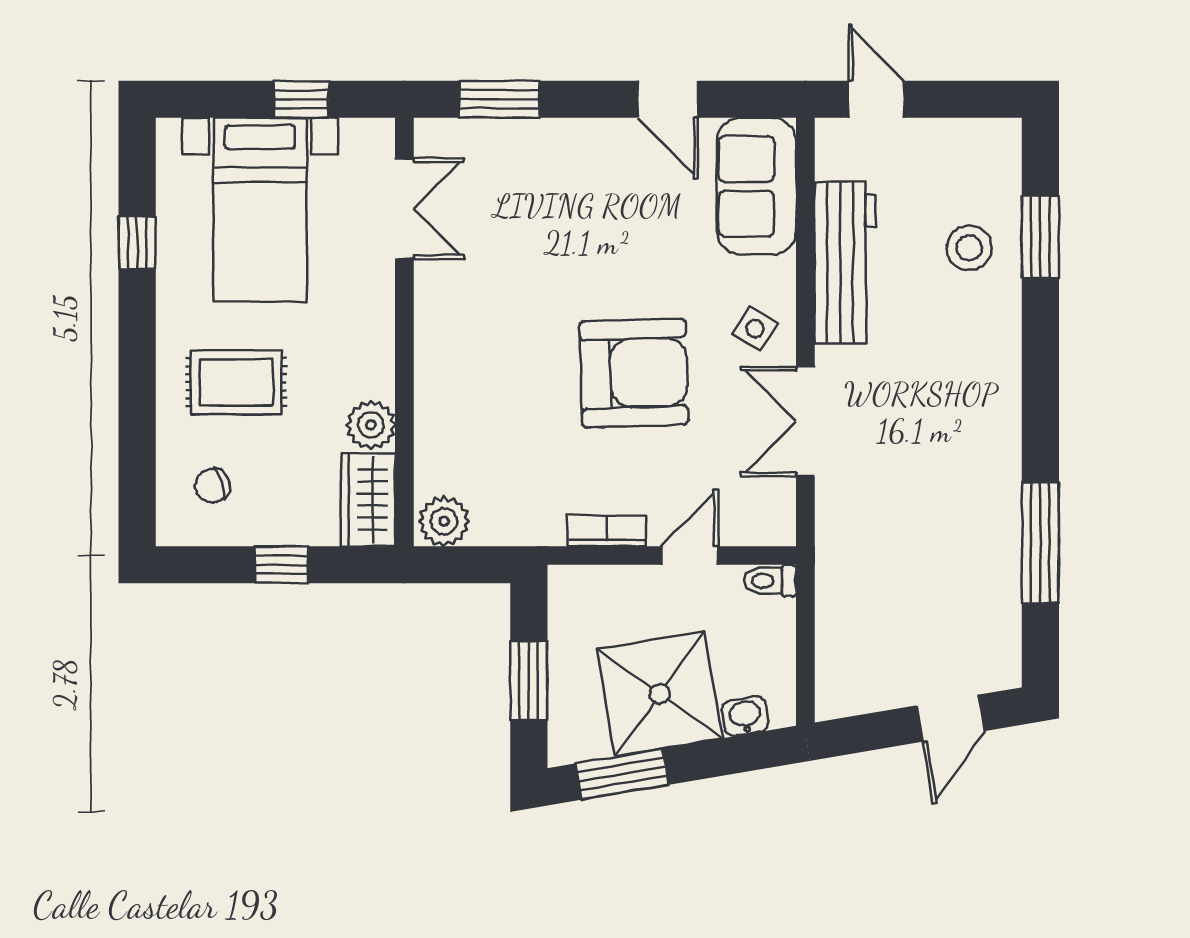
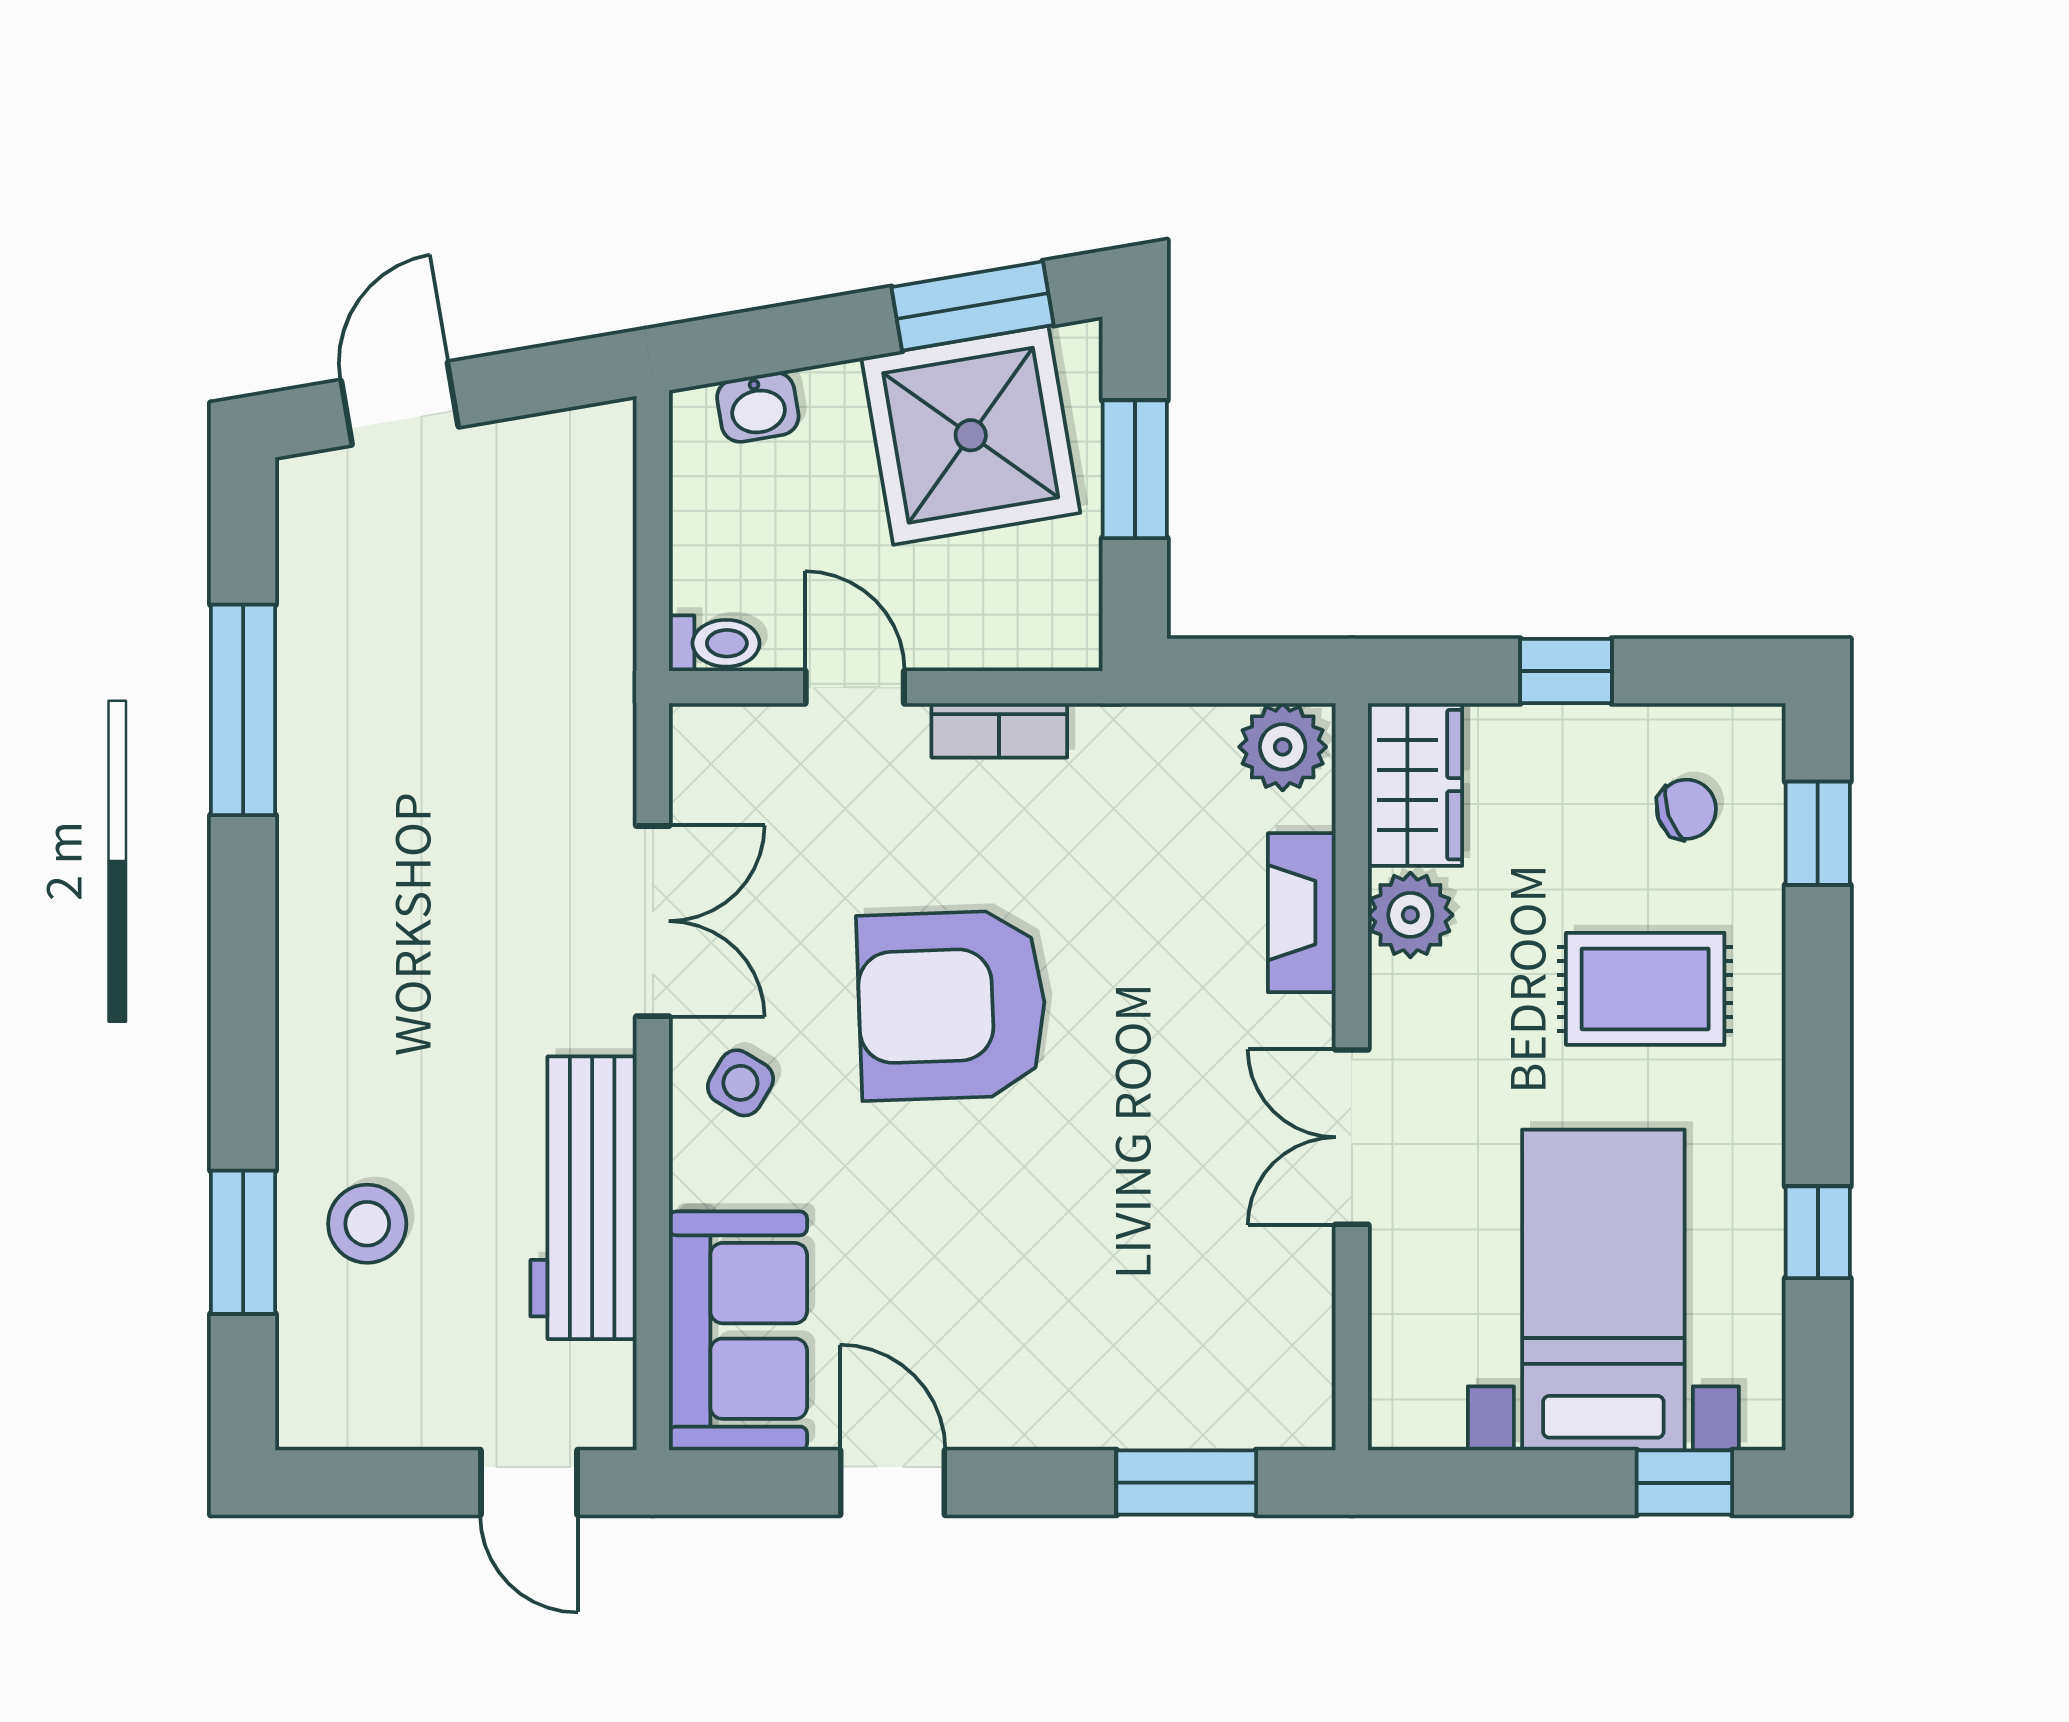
window: (301, 99) -> (1684, 1483), moved
double door: (404, 209) -> (1352, 1137), moved
fireplace: (433, 426) -> (1302, 913), added
window: (137, 472) -> (1818, 833), added
door: (690, 556) -> (855, 687), swing flipped
shower: (660, 694) -> (971, 435), moved

